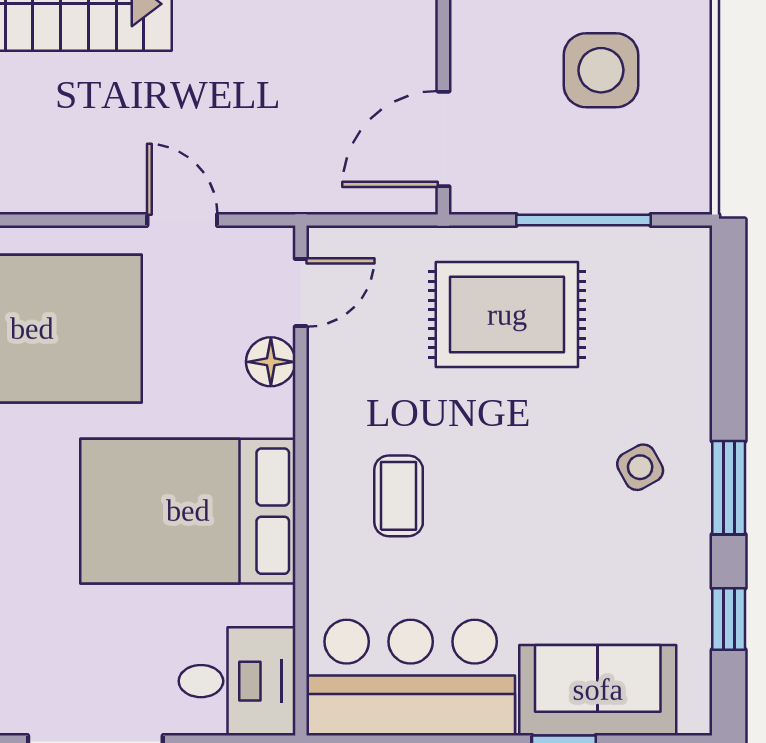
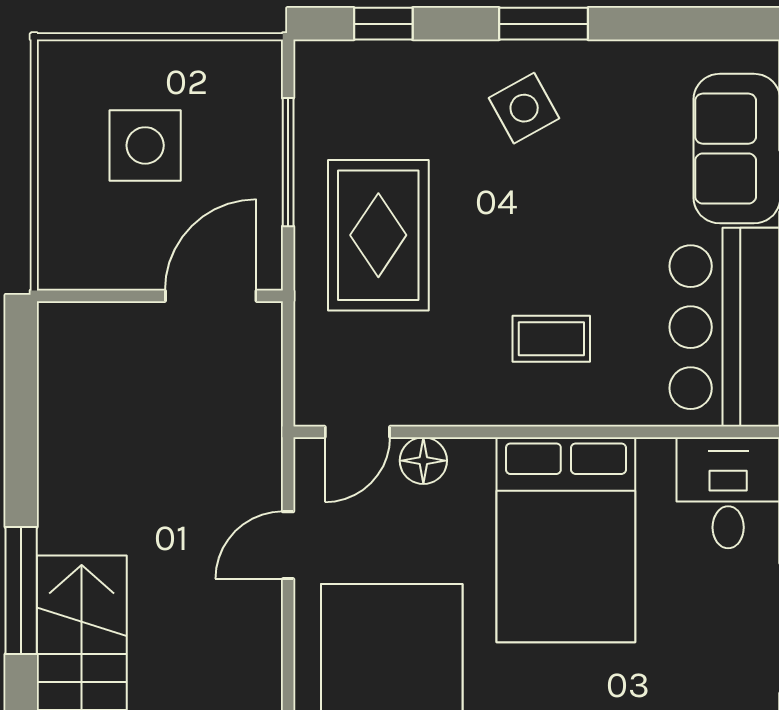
door: (443, 139) -> (211, 296), swing flipped
door: (301, 293) -> (357, 432), swing flipped
side table: (640, 467) -> (524, 108), width x1.37, depth x1.37
window: (729, 619) -> (383, 24), moved

